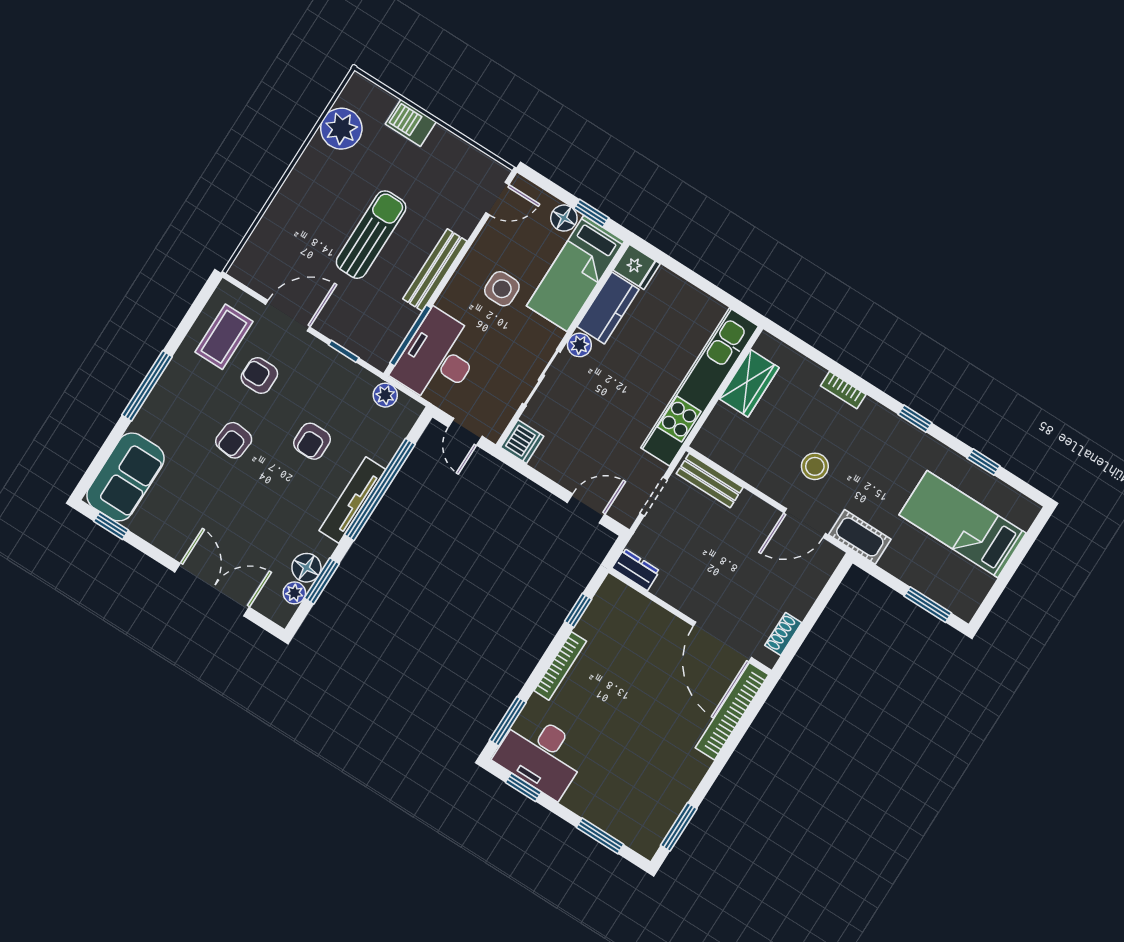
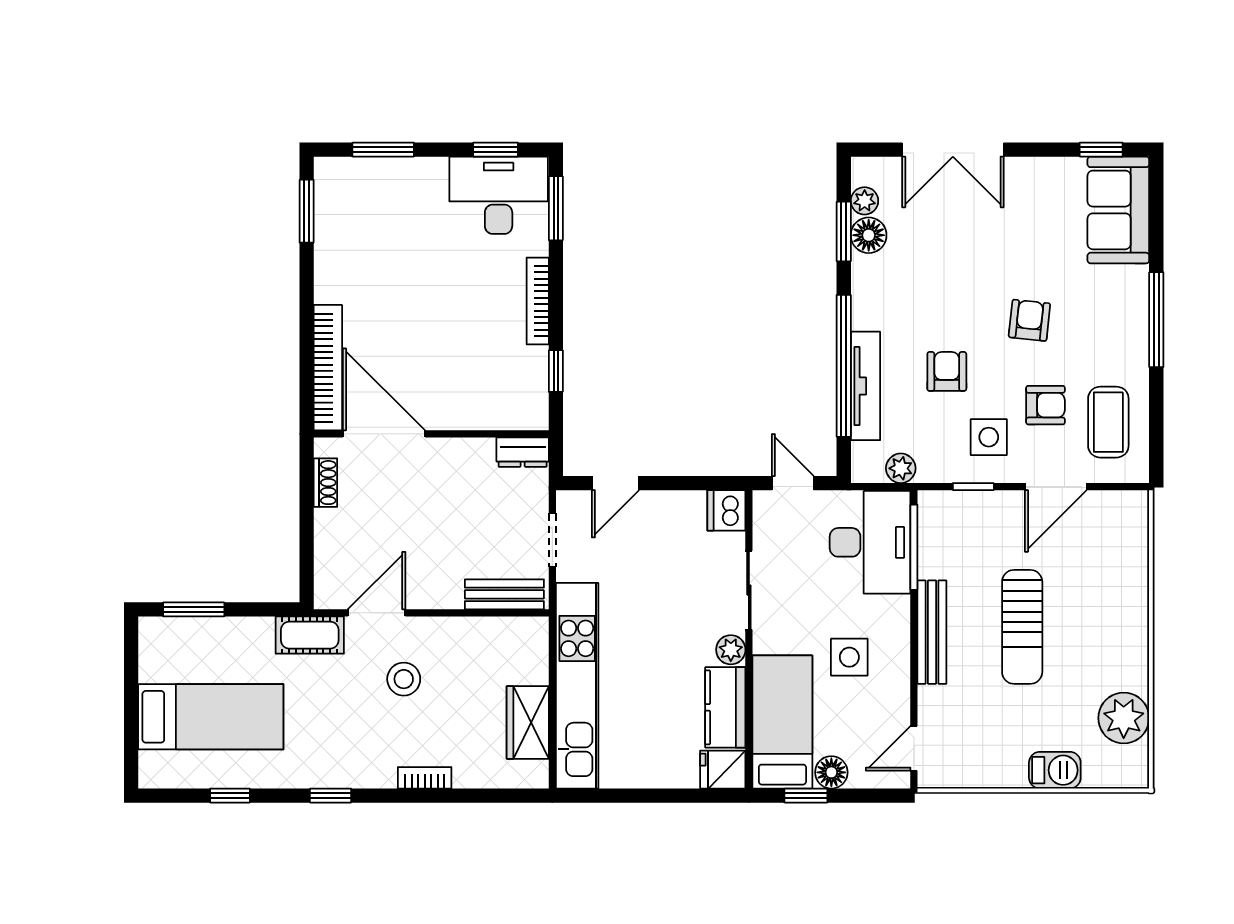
side table: (312, 378) -> (989, 437), added
tv unit: (352, 500) -> (865, 386), moved

